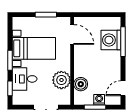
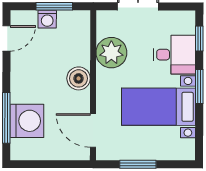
boiler: (81, 84) -> (79, 78), moved

